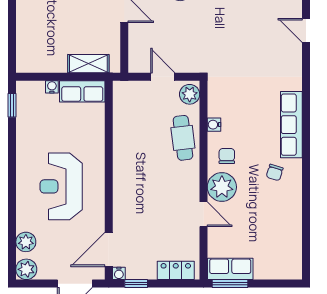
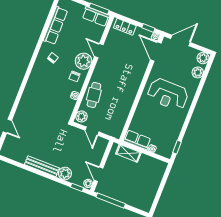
row of seats: (291, 125) -> (55, 26), moved
reception desk: (61, 186) -> (168, 94), turned 90
door: (109, 249) -> (156, 51), swing flipped

